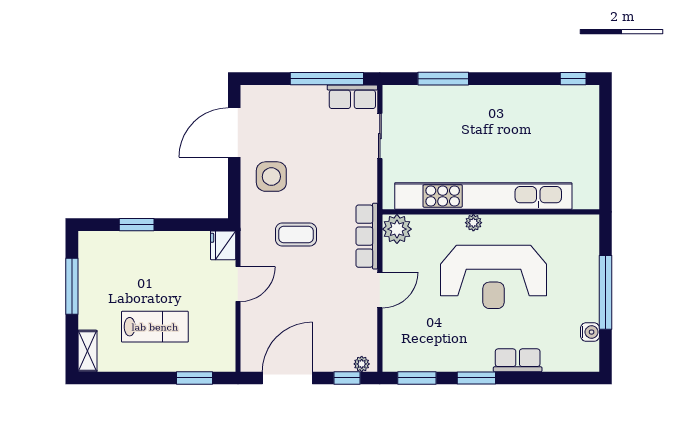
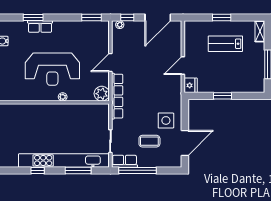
window: (573, 79) -> (38, 170), moved
kitchen unit: (483, 196) -> (64, 160), moved, turned 180
window: (137, 225) -> (223, 96), moved
coffee table: (296, 234) -> (149, 141), moved
row of seats: (367, 236) -> (117, 96), width x1.36
reception desk: (494, 277) -> (52, 69), turned 180
window: (195, 378) -> (222, 18), moved
window: (476, 378) -> (33, 18), moved

